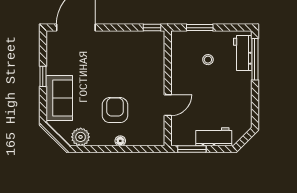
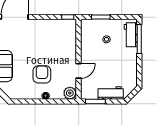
plant: (81, 137) -> (70, 93), moved

